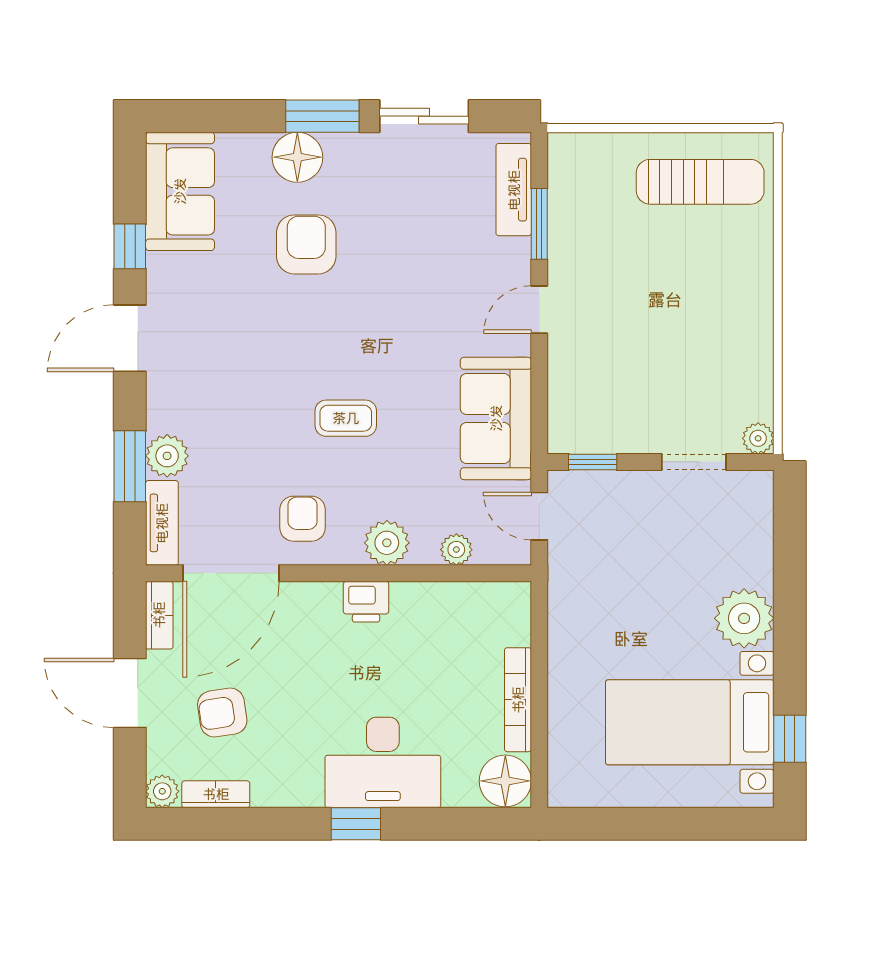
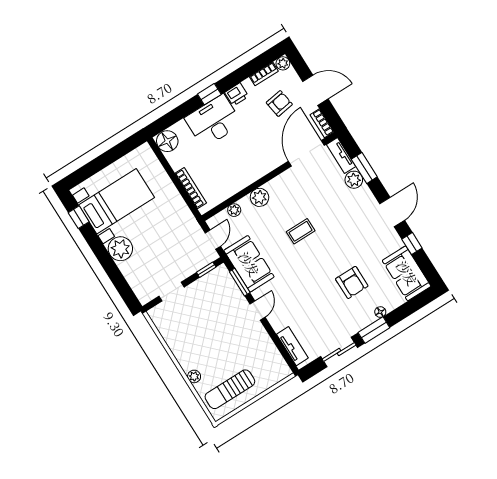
floor lamp: (297, 157) -> (380, 312), width x0.53, depth x0.53
window: (539, 224) -> (240, 282), moved
plant: (758, 438) -> (194, 376), moved
door: (539, 516) -> (213, 240), hinge flipped
armchair: (303, 519) -> (294, 187), removed
printer: (366, 602) -> (237, 94), moved, turned 180
bookcase: (518, 700) -> (191, 188), moved

